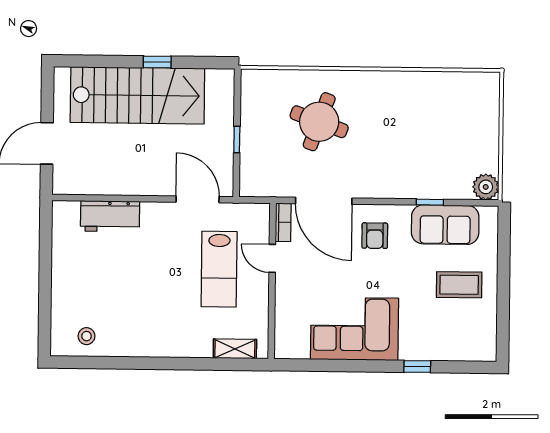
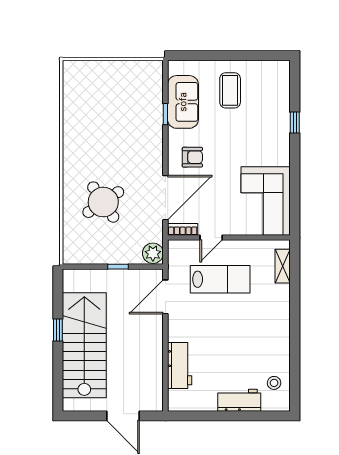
round table: (319, 122) -> (103, 202), turned 36
plant: (486, 187) -> (153, 253), moved
workbench: (65, 292) -> (239, 400), added
corner sofa: (355, 329) -> (266, 201), moved

